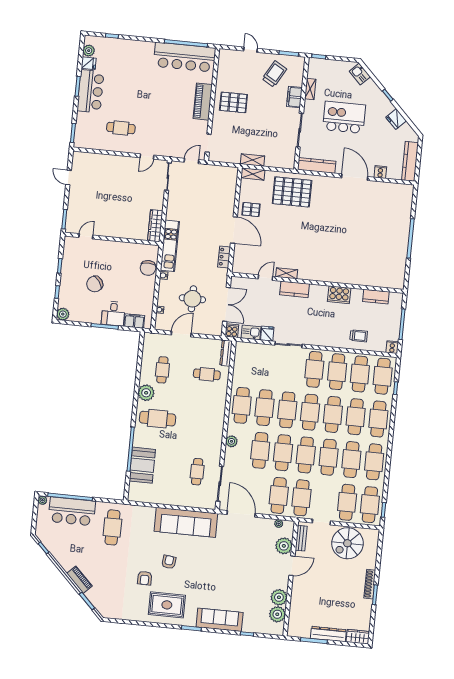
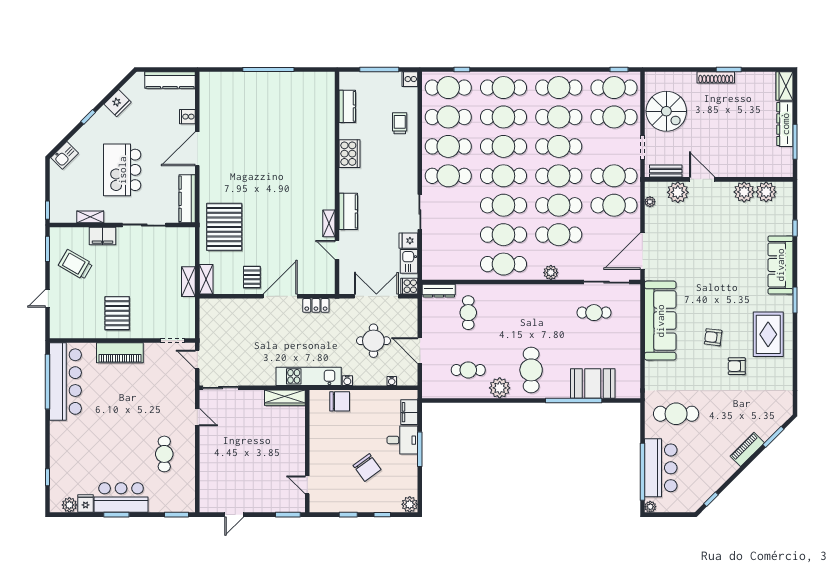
armchair: (145, 578) -> (737, 366), turned 180

